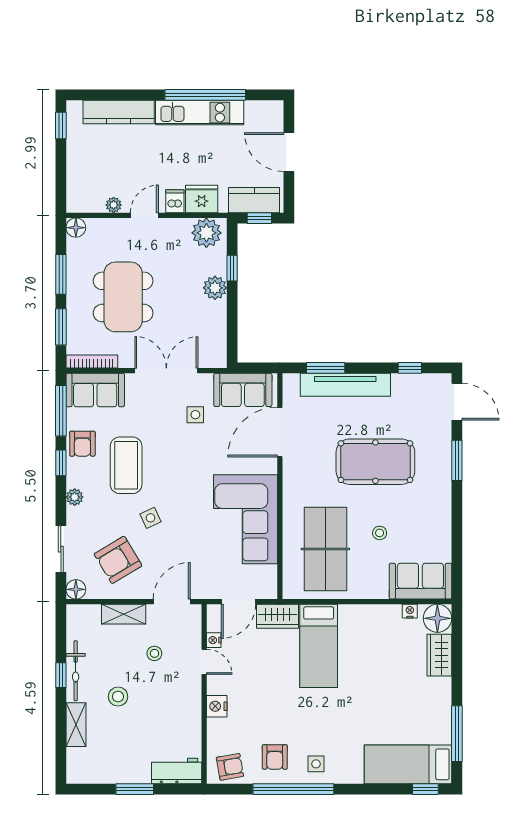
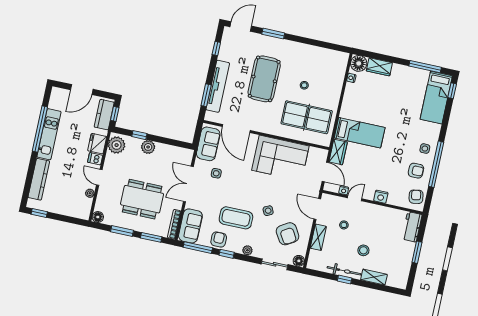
armchair: (82, 444) -> (219, 239), turned -90
sofa: (420, 581) -> (336, 68), removed

